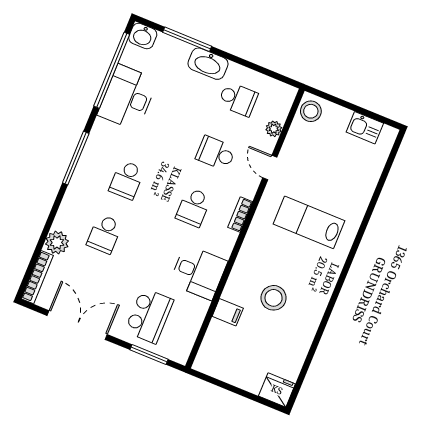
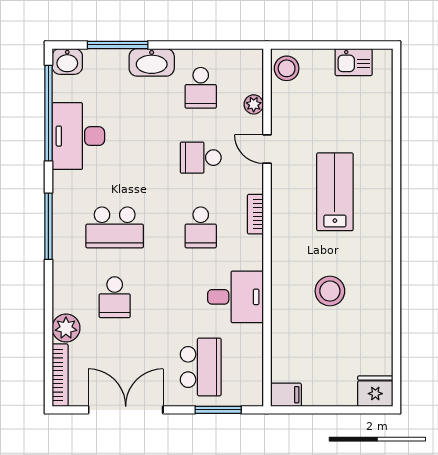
school desk: (238, 99) -> (201, 88), turned 90
school desk: (127, 180) -> (115, 227), width x1.85
lab bench: (309, 222) -> (335, 192), turned 90
filing cabinet: (228, 312) -> (286, 395), moved

